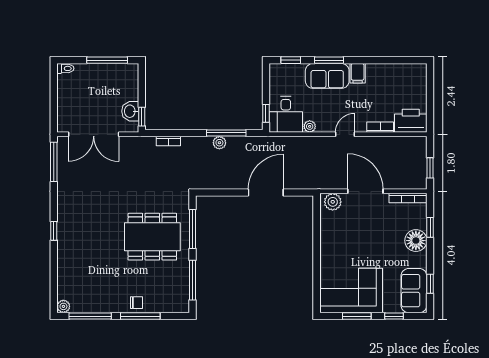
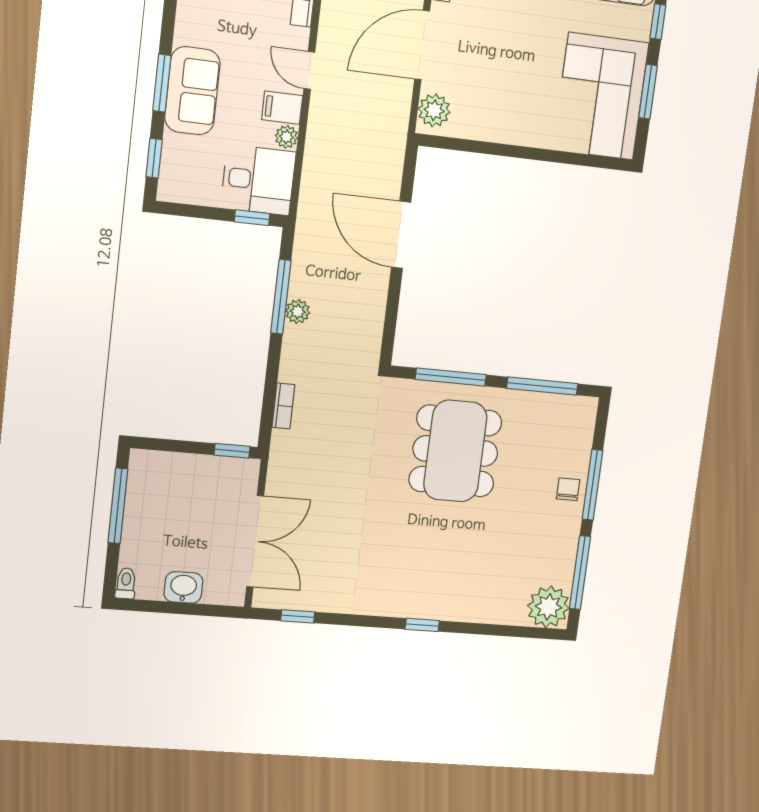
filing cabinet: (358, 73) -> (282, 108), moved, turned 180
washbasin: (130, 111) -> (183, 587), moved, turned 180
window: (54, 162) -> (298, 616), width x0.46
plant: (63, 306) -> (548, 607), width x1.88, depth x1.88

